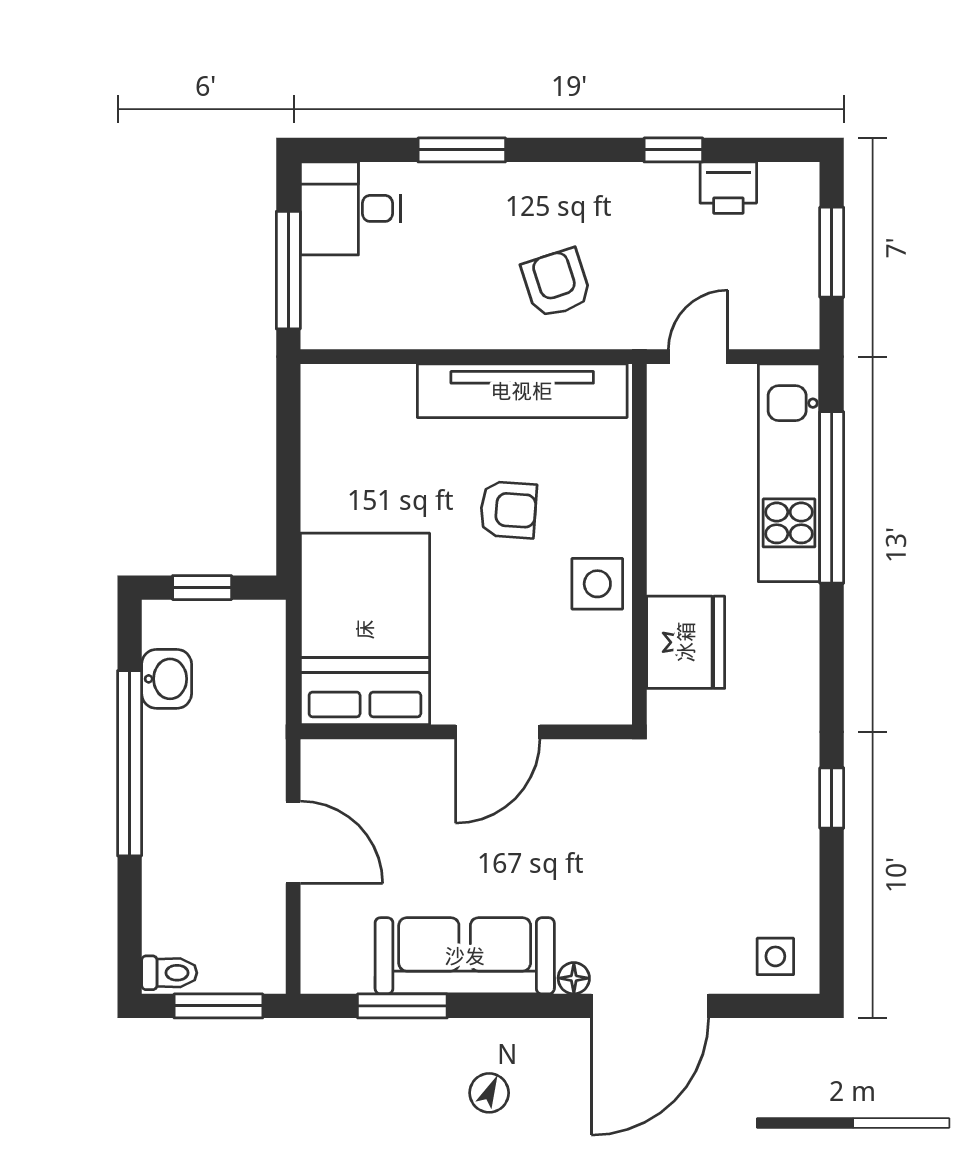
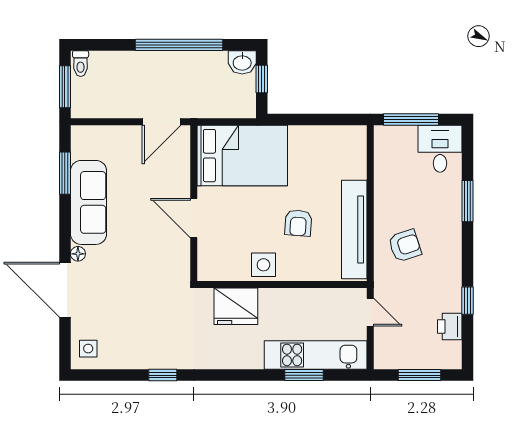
window: (832, 497) -> (304, 375), width x0.47
washbasin: (167, 679) -> (242, 62), moved
door: (293, 842) -> (162, 122), moved

